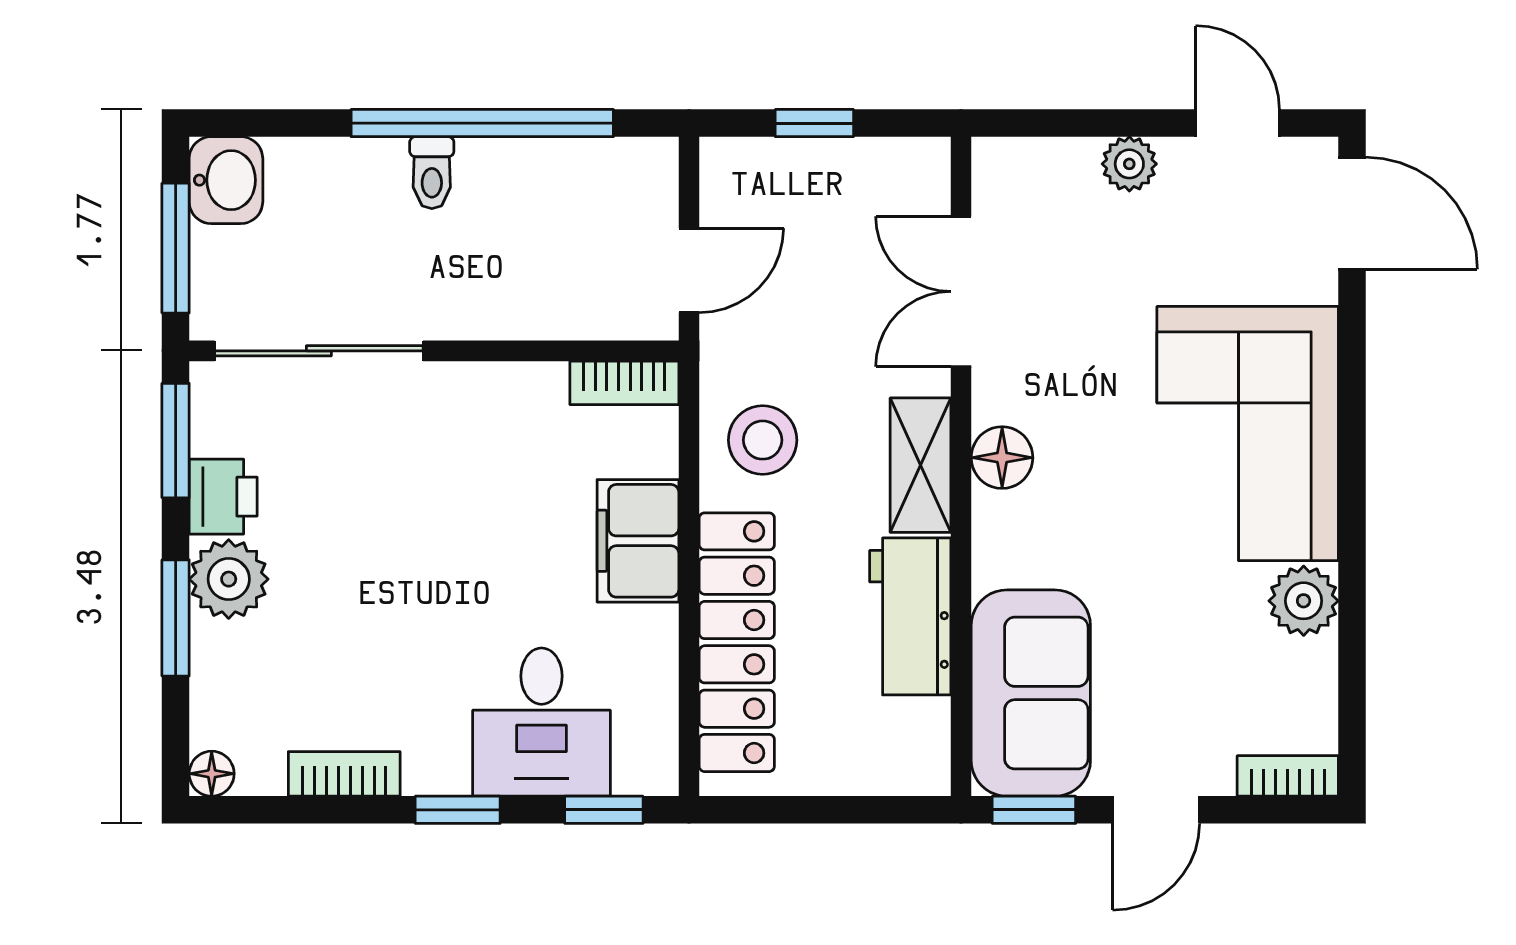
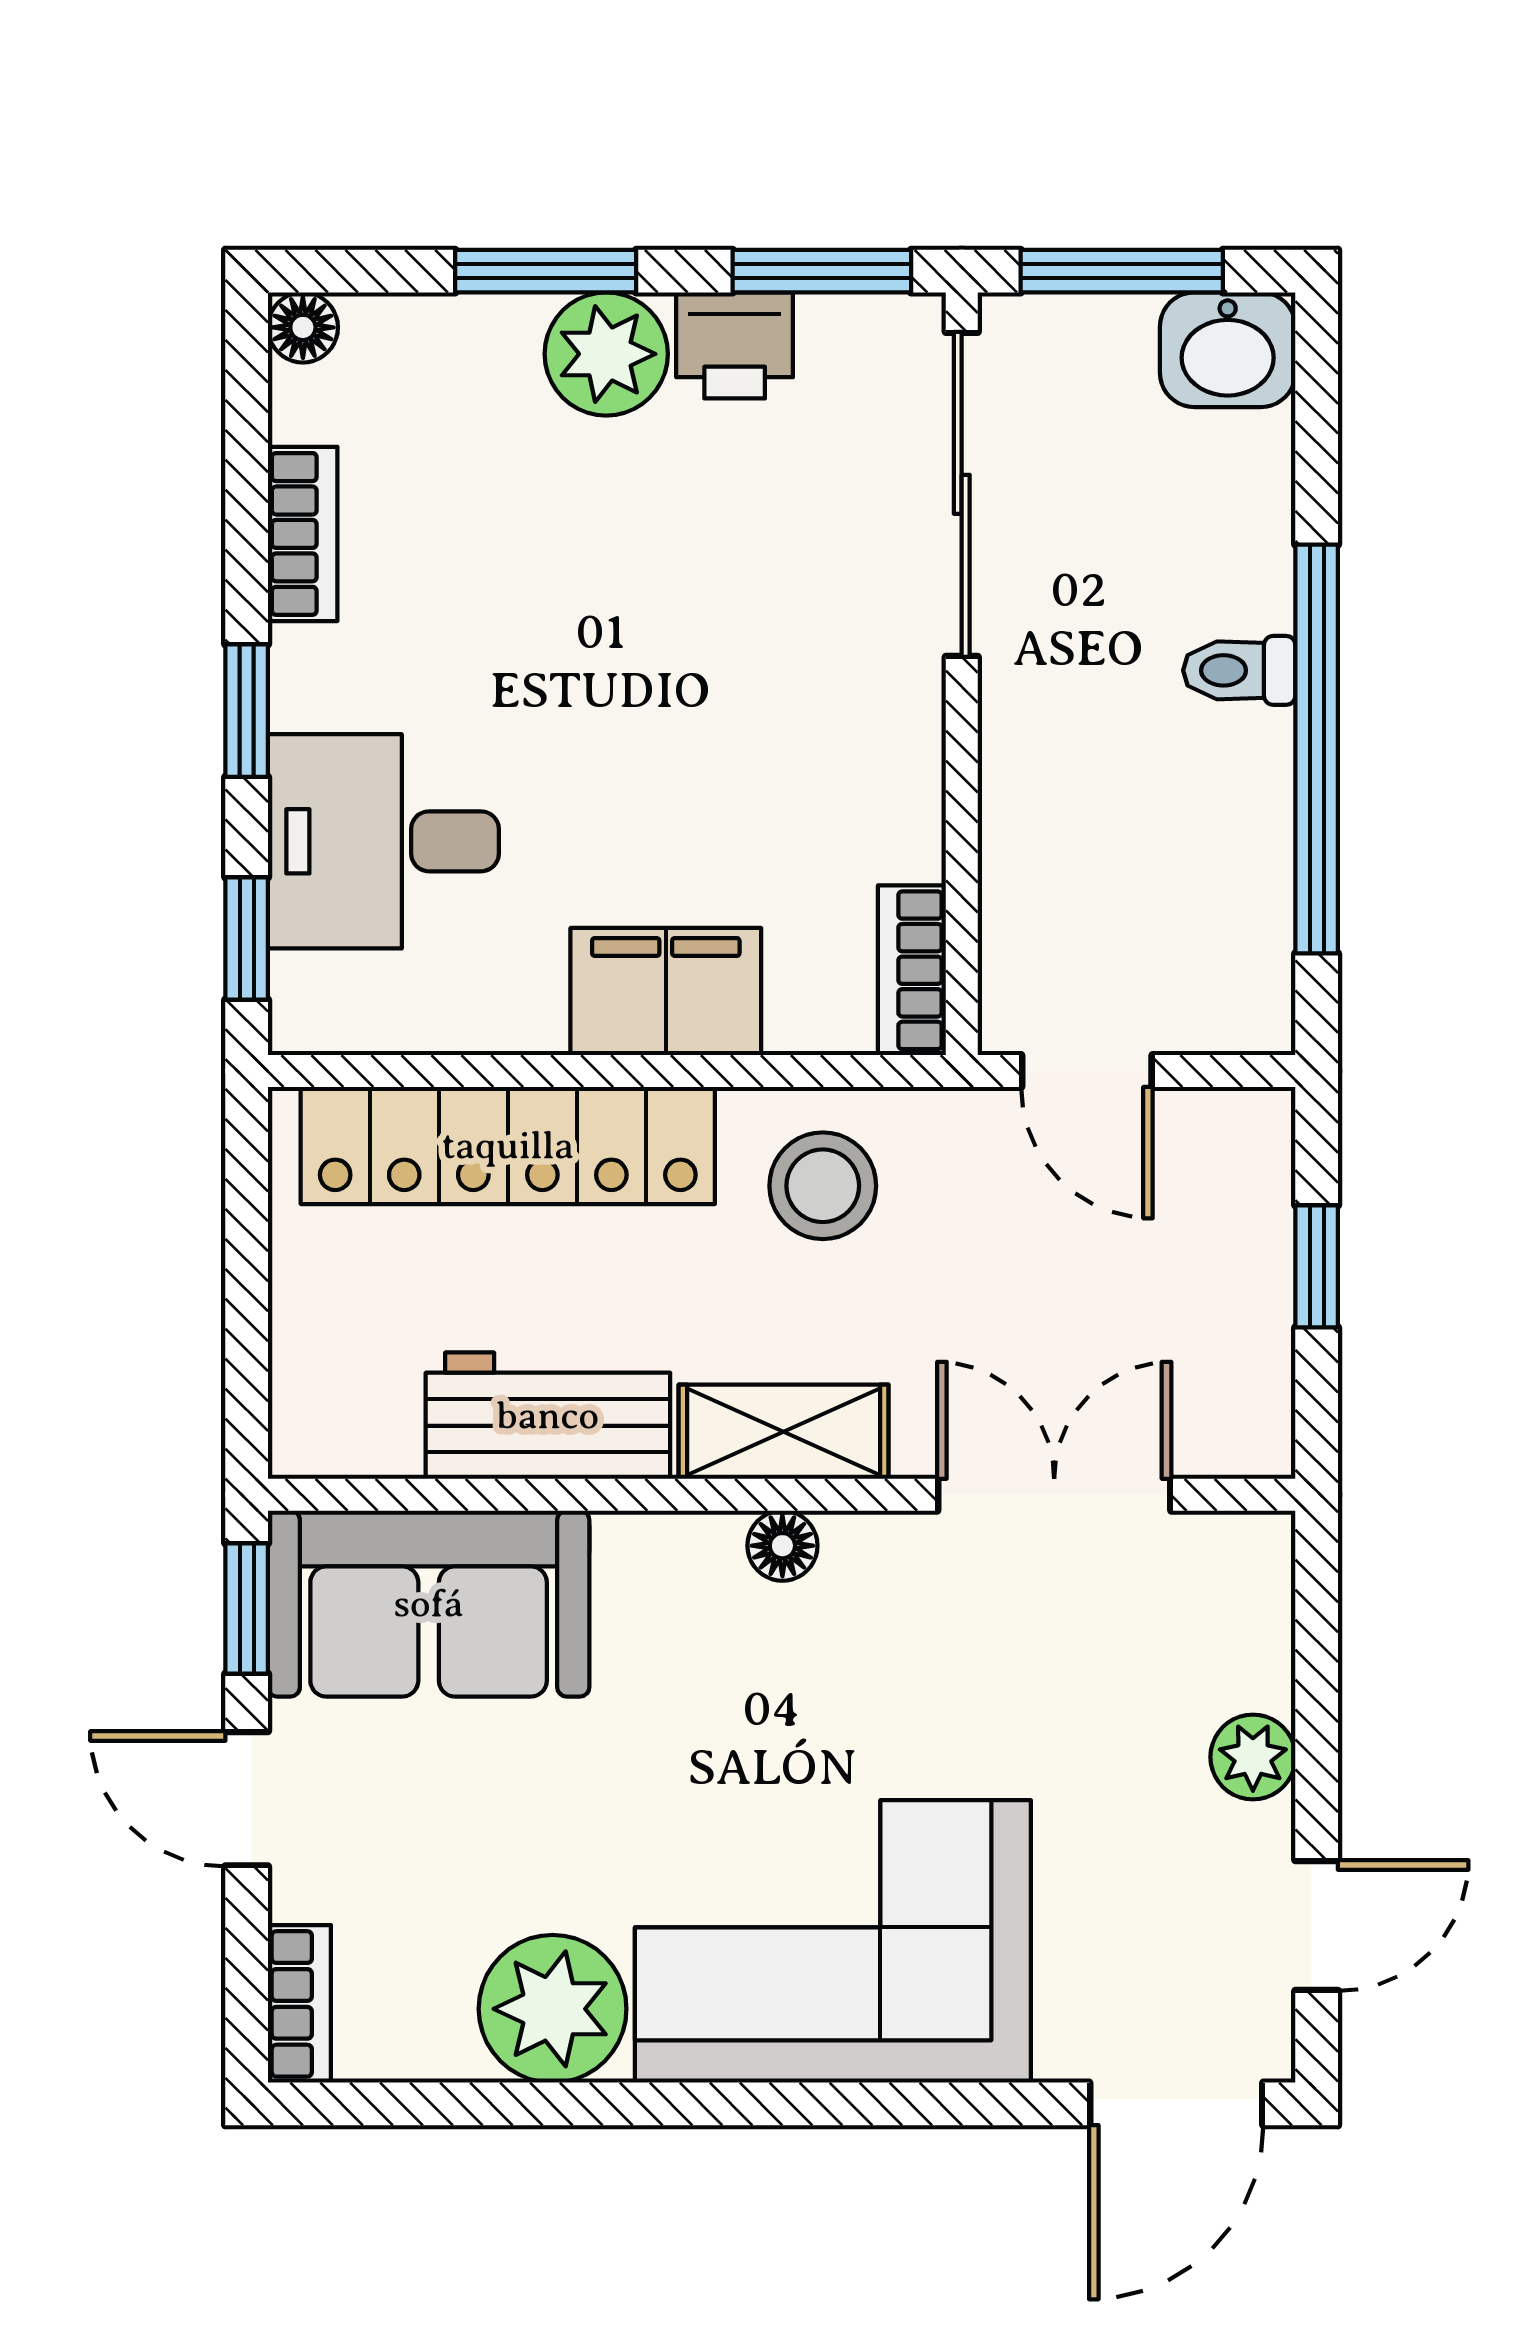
floor lamp: (1002, 458) -> (782, 1546), width x0.73, depth x0.73
plant: (1304, 601) -> (553, 2009), width x1.36, depth x1.36

